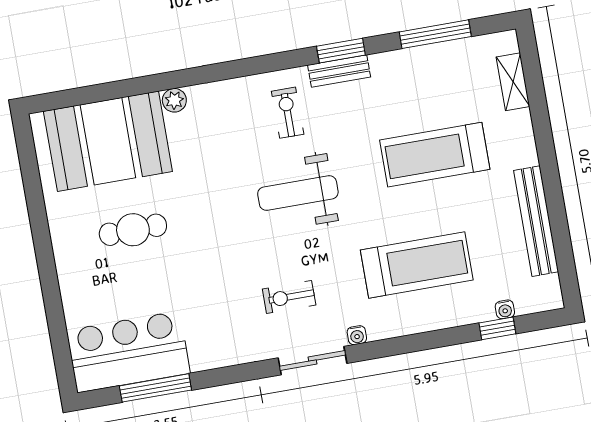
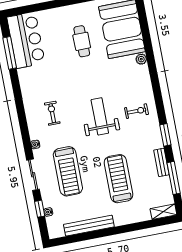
bench: (339, 71) -> (161, 162), moved
shelving: (513, 82) -> (163, 212), moved
sliding door: (312, 361) -> (33, 175), moved

